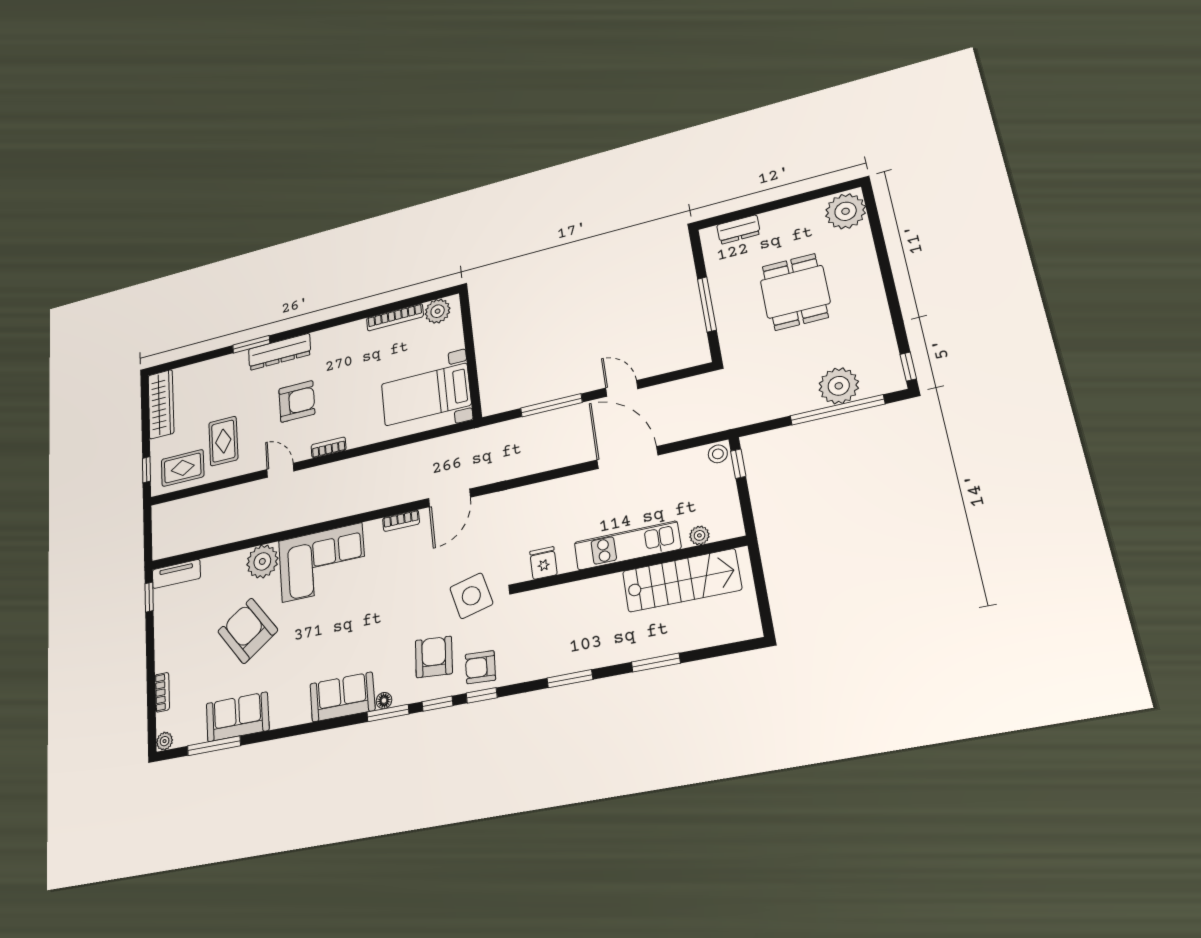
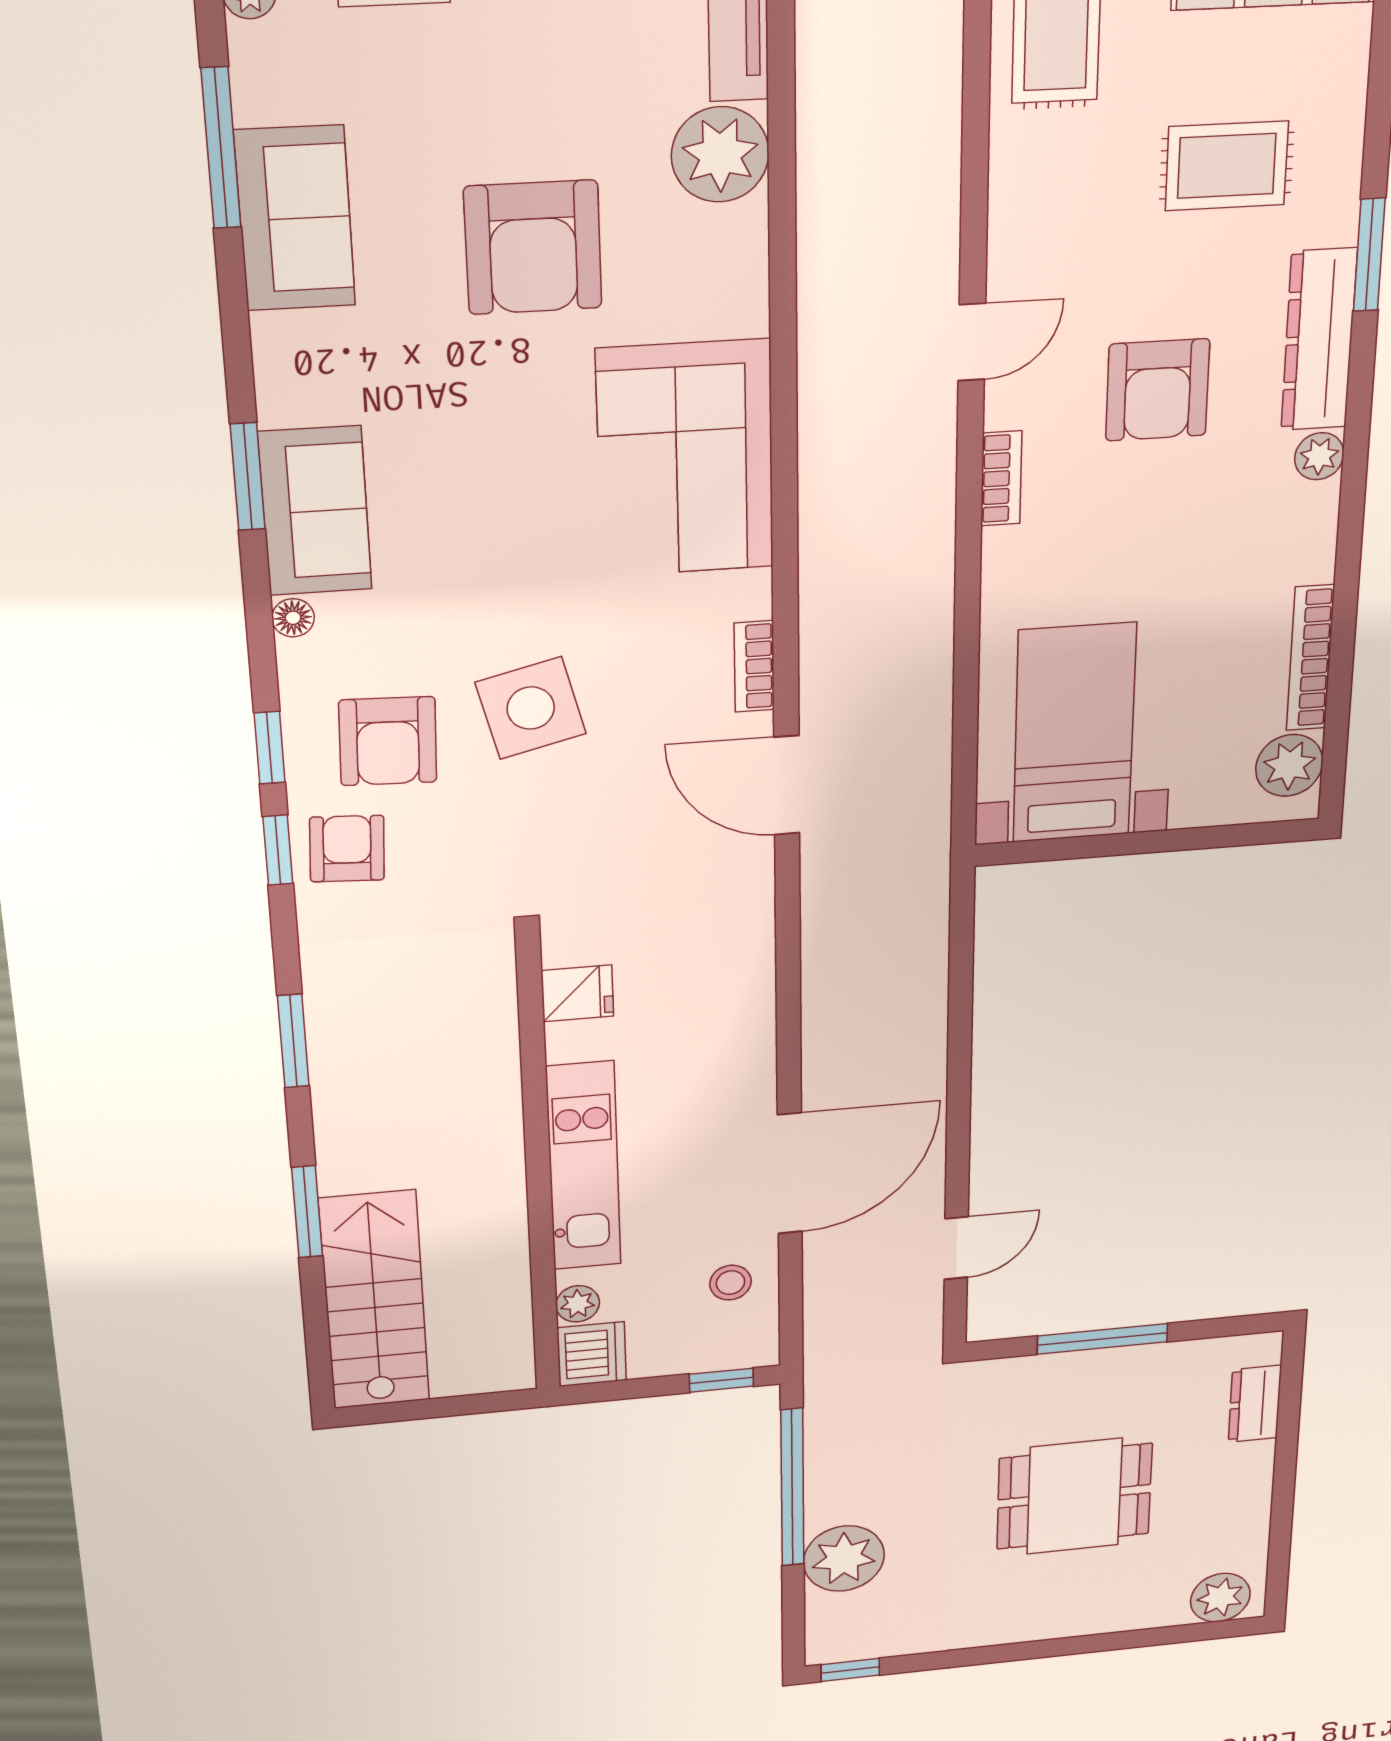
plant: (846, 211) -> (1220, 1598), width x0.73, depth x0.73
plant: (320, 338) -> (1319, 456), added
door: (622, 388) -> (956, 1248), moved
window: (551, 405) -> (960, 1021), removed
window: (837, 410) -> (792, 1488), moved
rug: (223, 441) -> (1227, 166), moved
stool: (718, 454) -> (731, 1283), moved
dishwasher: (727, 524) -> (592, 1354), added
plant: (262, 561) -> (720, 154), moved
stairs: (682, 580) -> (374, 1300), moved, turned 180
side table: (471, 596) -> (531, 708), moved
armchair: (248, 631) -> (533, 247), turned 125
armchair: (434, 657) -> (388, 741), turned 88
window: (388, 713) -> (248, 477), moved

